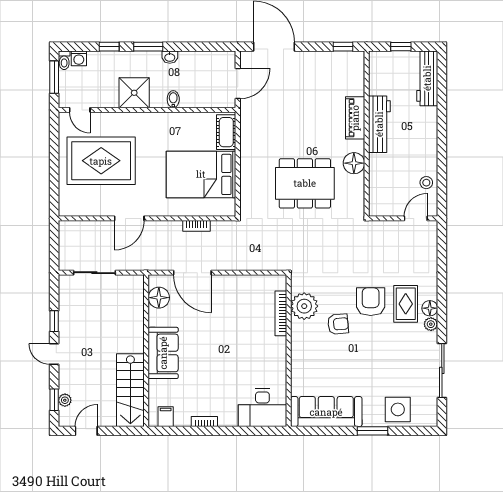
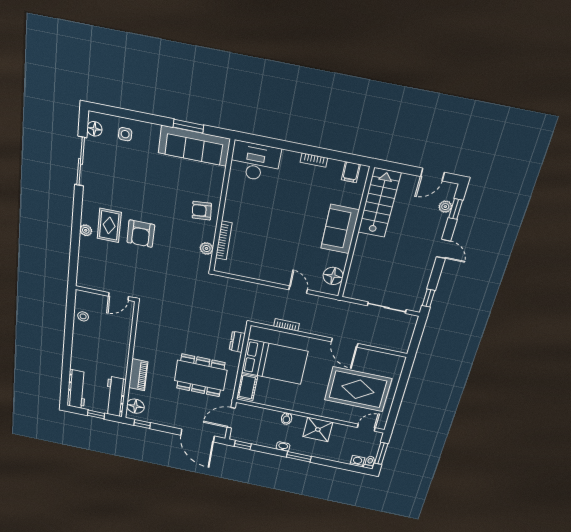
window: (109, 47) -> (243, 445), moved
door: (80, 110) -> (366, 428), hinge flipped
workbench: (379, 124) -> (115, 397), moved
floor lamp: (354, 163) -> (135, 406), moved
dining table: (305, 183) -> (201, 375), moved
dresser: (247, 191) -> (237, 342), added
door: (129, 218) -> (345, 343), swing flipped
door: (416, 218) -> (119, 296), moved
door: (192, 273) -> (298, 290), width x0.53
plant: (304, 306) -> (206, 248), width x0.53, depth x0.53
floor lamp: (430, 308) -> (94, 129), moved
window: (54, 321) -> (428, 298), moved
armchair: (338, 324) -> (202, 211), moved
plant: (431, 324) -> (86, 230), moved
side table: (398, 409) -> (125, 134), width x0.54, depth x0.54
window: (372, 431) -> (188, 126), moved

